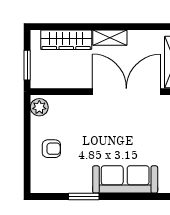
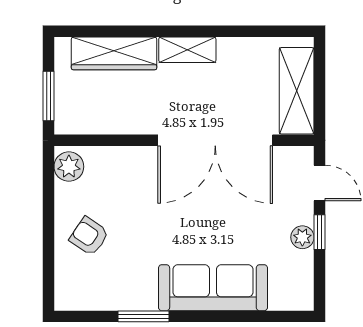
double door: (126, 92) -> (215, 140), swing flipped
armchair: (51, 149) -> (89, 236), turned -146

